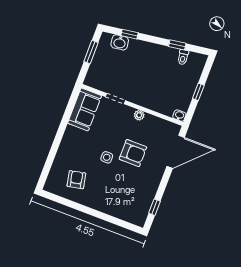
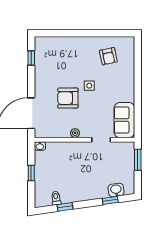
window: (91, 52) -> (138, 160), moved

